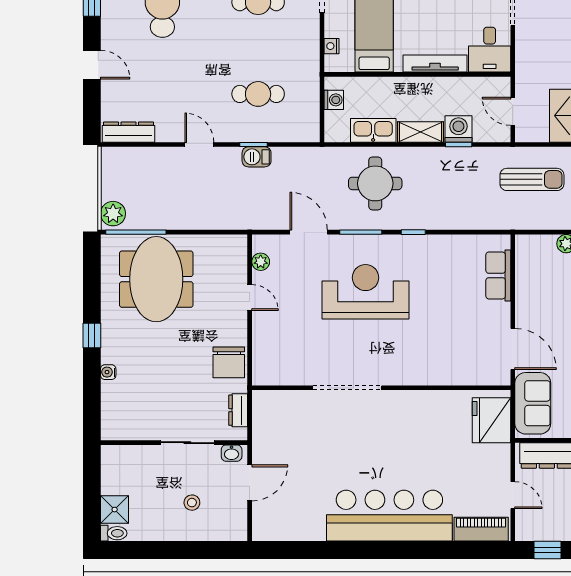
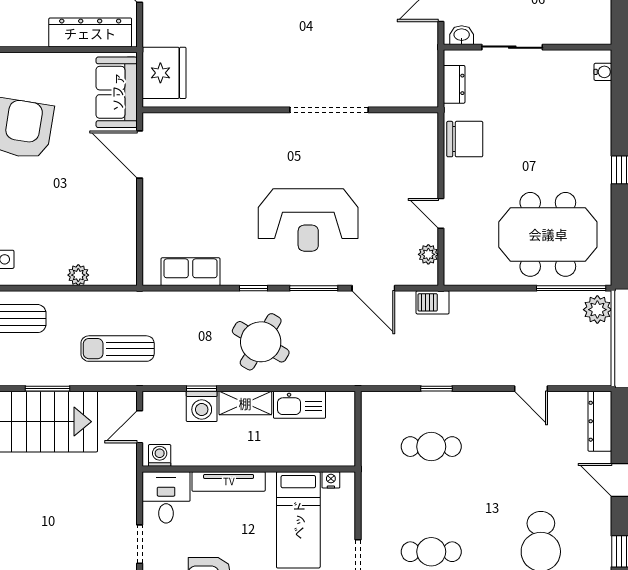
nightstand: (332, 46) -> (331, 480), moved, turned -90
washing machine: (334, 100) -> (160, 455), moved, turned 90
door: (513, 111) -> (140, 427), swing flipped
dresser: (128, 132) -> (600, 421), moved, turned 90
door: (199, 144) -> (531, 389), moved
barbecue: (257, 157) -> (433, 302), moved, turned 180
round table: (375, 183) -> (261, 342), moved, turned 31
row of seats: (498, 275) -> (191, 272), moved, turned -90
meeting table: (156, 279) -> (548, 234), turned 90
chair: (229, 362) -> (465, 139), turned 90
water cooler: (108, 372) -> (603, 72), moved

